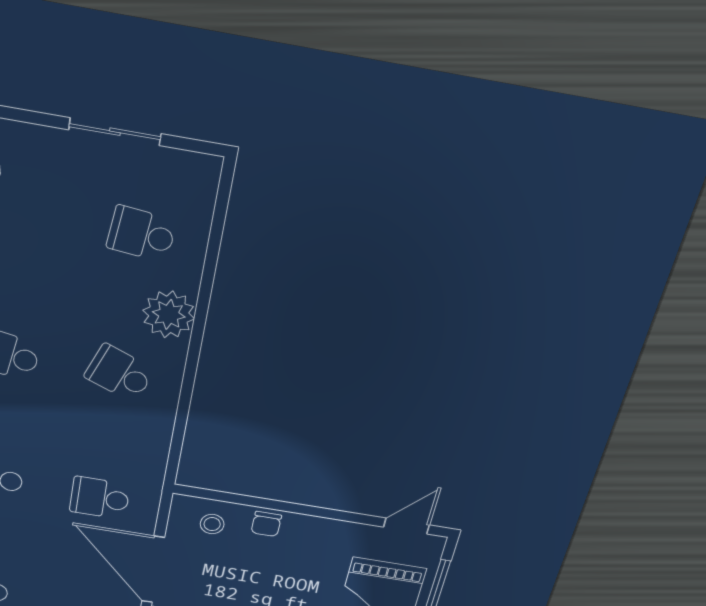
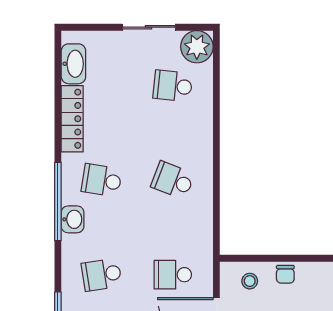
plant: (169, 314) -> (197, 47), moved

